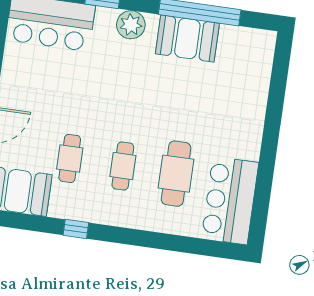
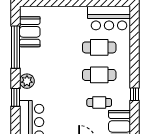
booth: (187, 38) -> (30, 32), moved
cafe table: (123, 166) -> (99, 75), width x1.37, depth x1.35

